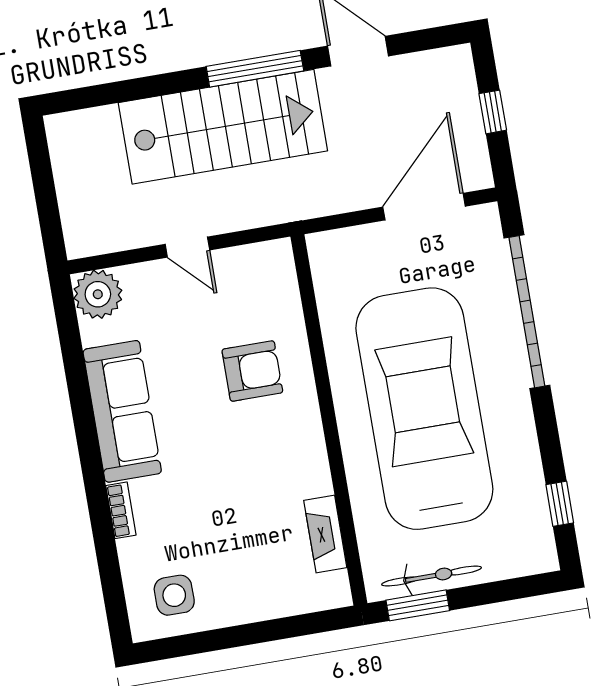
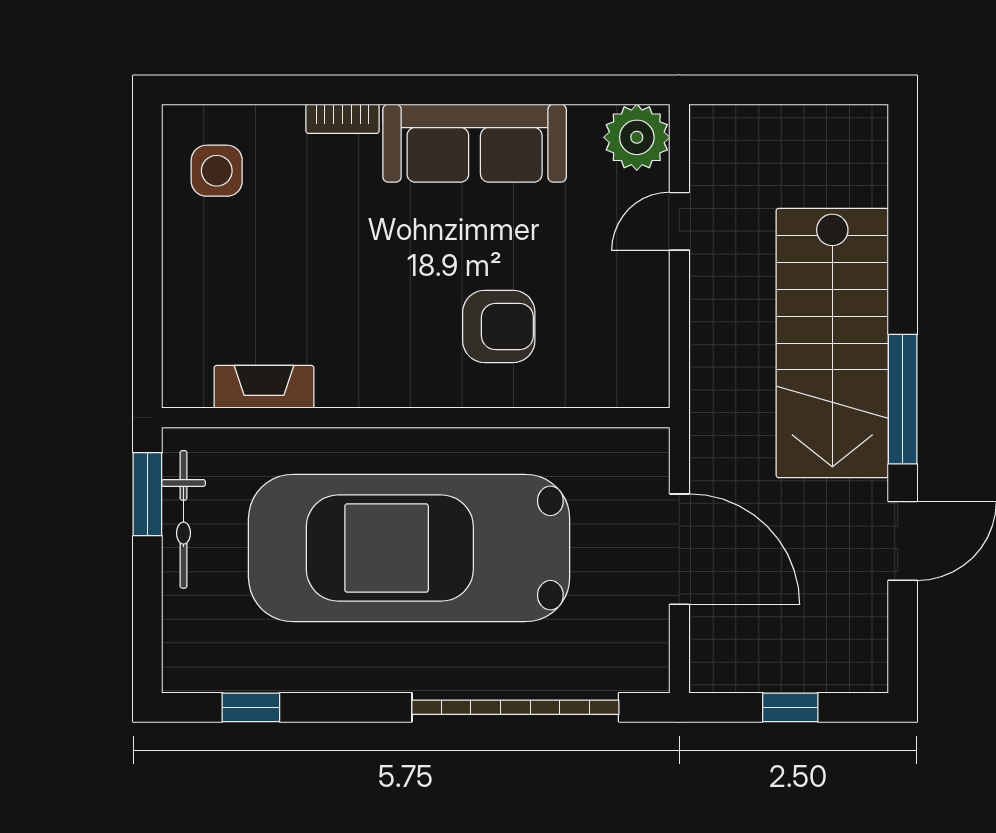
door: (424, 207) -> (679, 549), moved
door: (187, 247) -> (679, 221), moved
armchair: (252, 371) -> (499, 326), turned -90
car: (424, 409) -> (409, 548), turned 180

